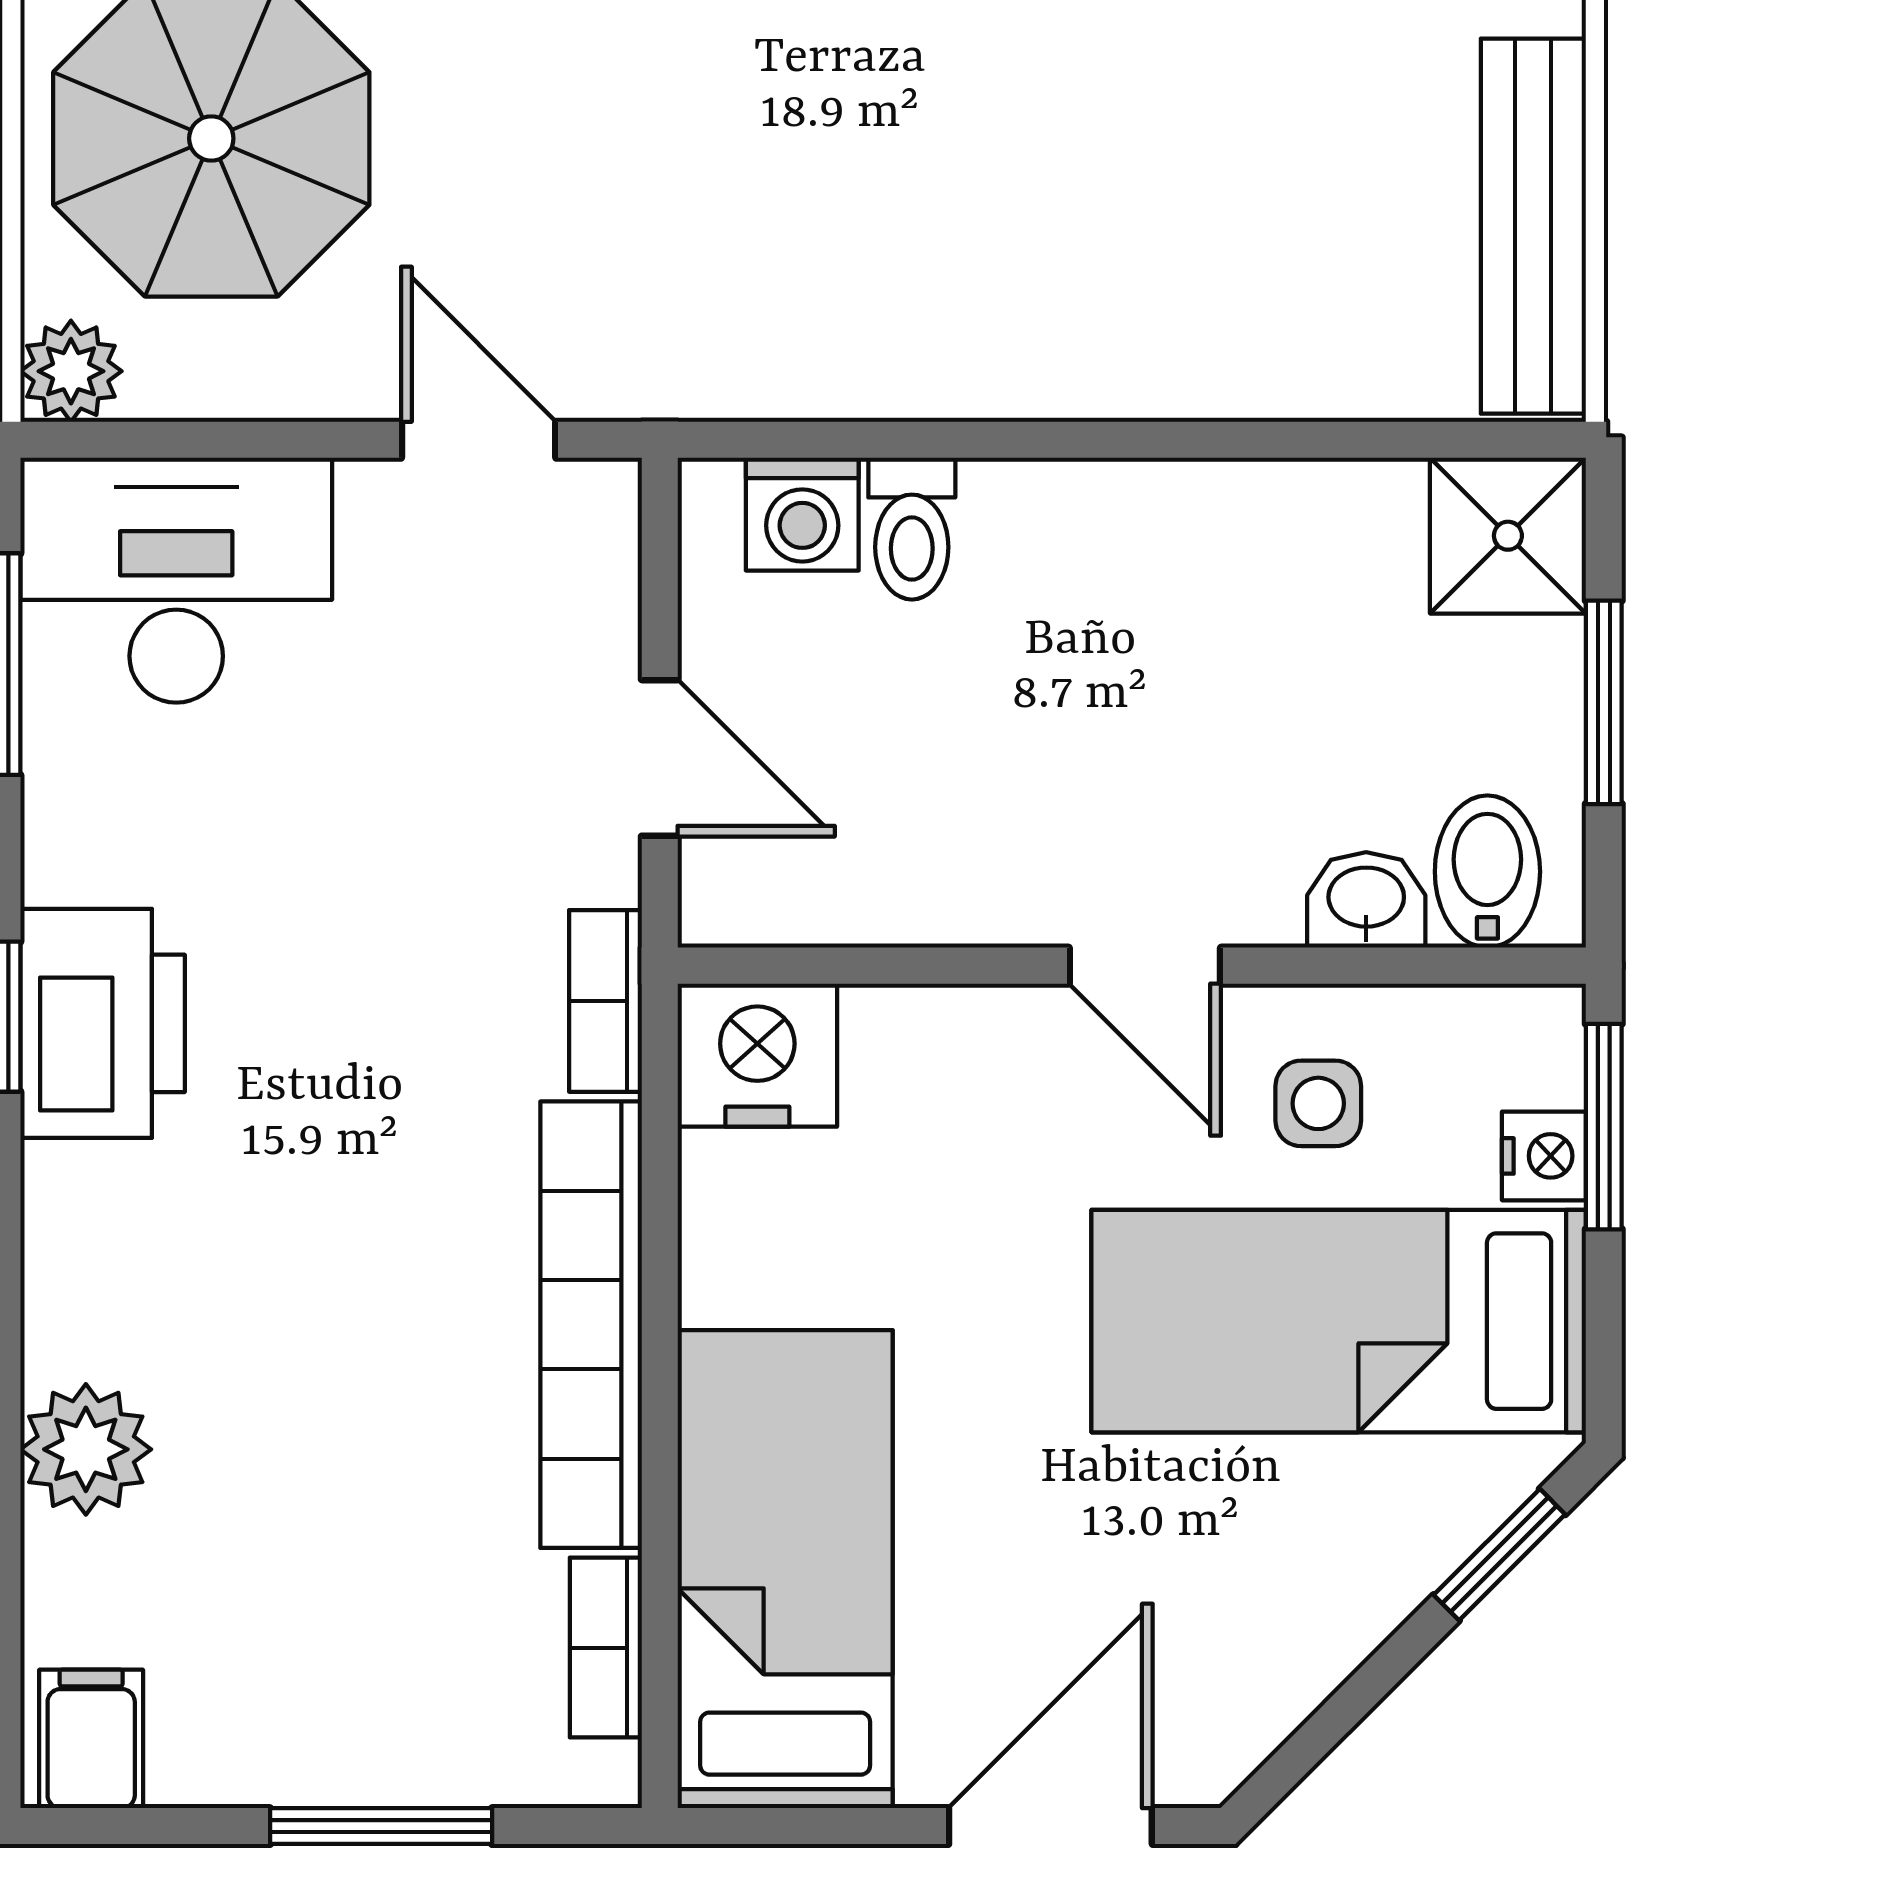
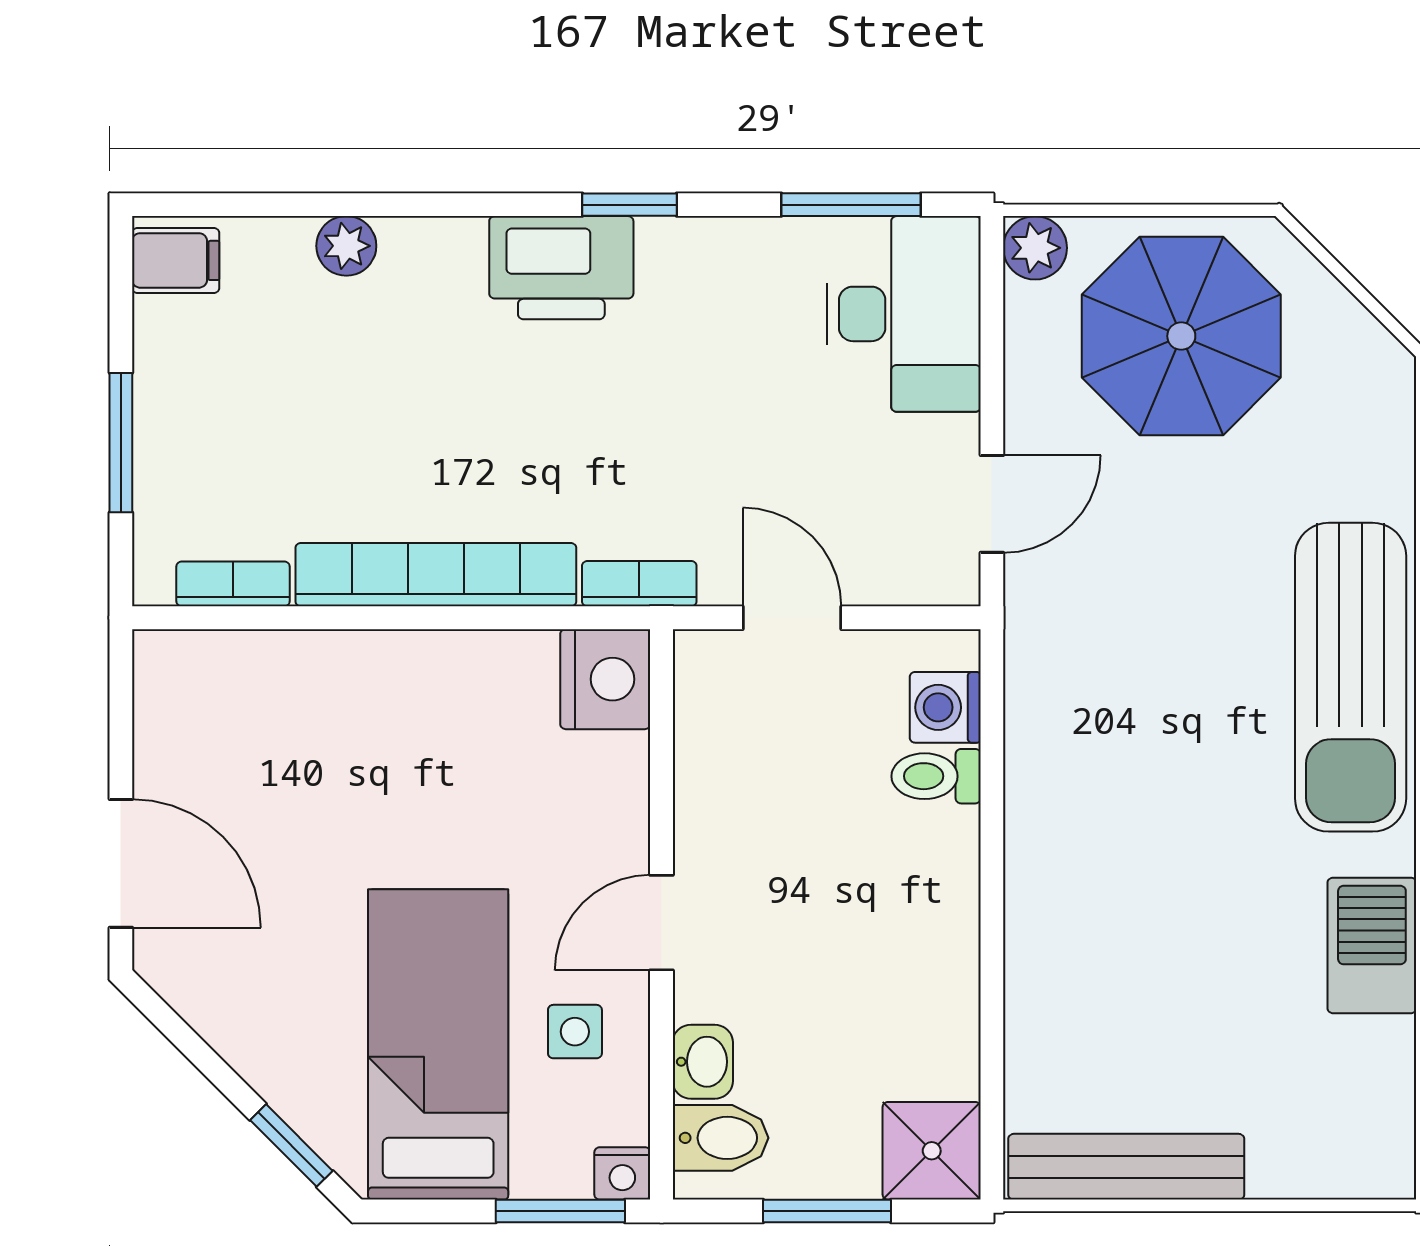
door: (660, 758) -> (792, 618), swing flipped
printer: (103, 1023) -> (561, 268), moved
nightstand: (1544, 1156) -> (622, 1173), moved
plant: (86, 1449) -> (346, 246), width x0.73, depth x0.73
bed: (785, 1569) -> (282, 697), removed

